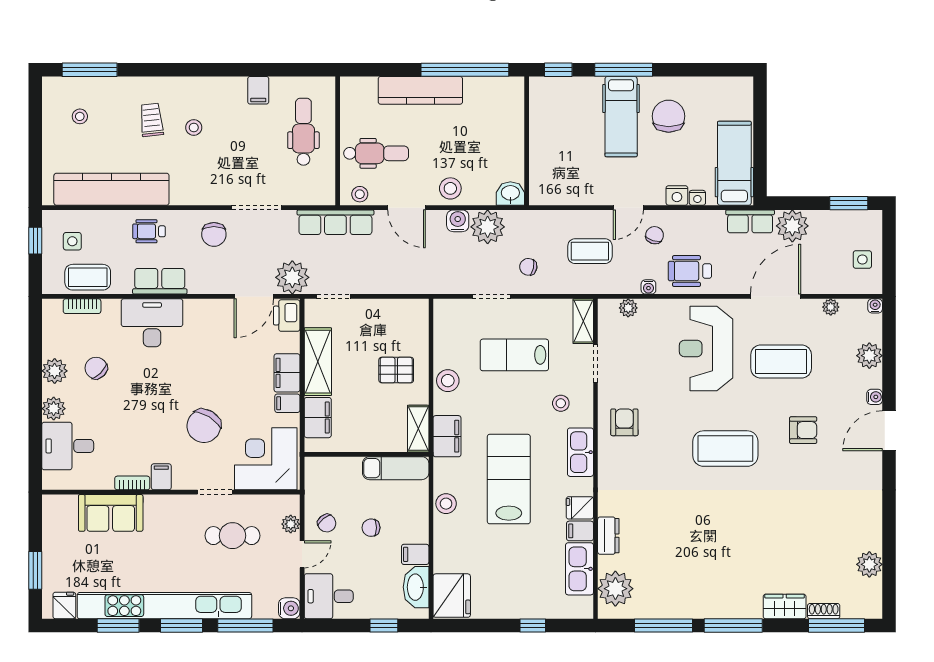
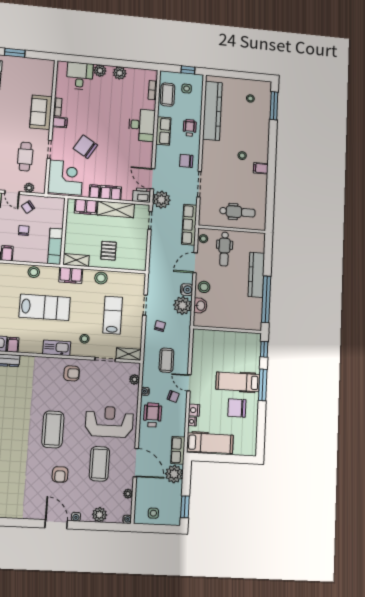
filing cabinet: (258, 90) -> (261, 168), moved
chair: (669, 116) -> (237, 408), turned 180
trolley: (152, 120) -> (247, 134), removed
washbasin: (510, 194) -> (200, 306), moved
chair: (96, 368) -> (120, 94), removed
fridge: (580, 508) -> (26, 345), removed
sofa: (111, 513) -> (41, 112), moved

